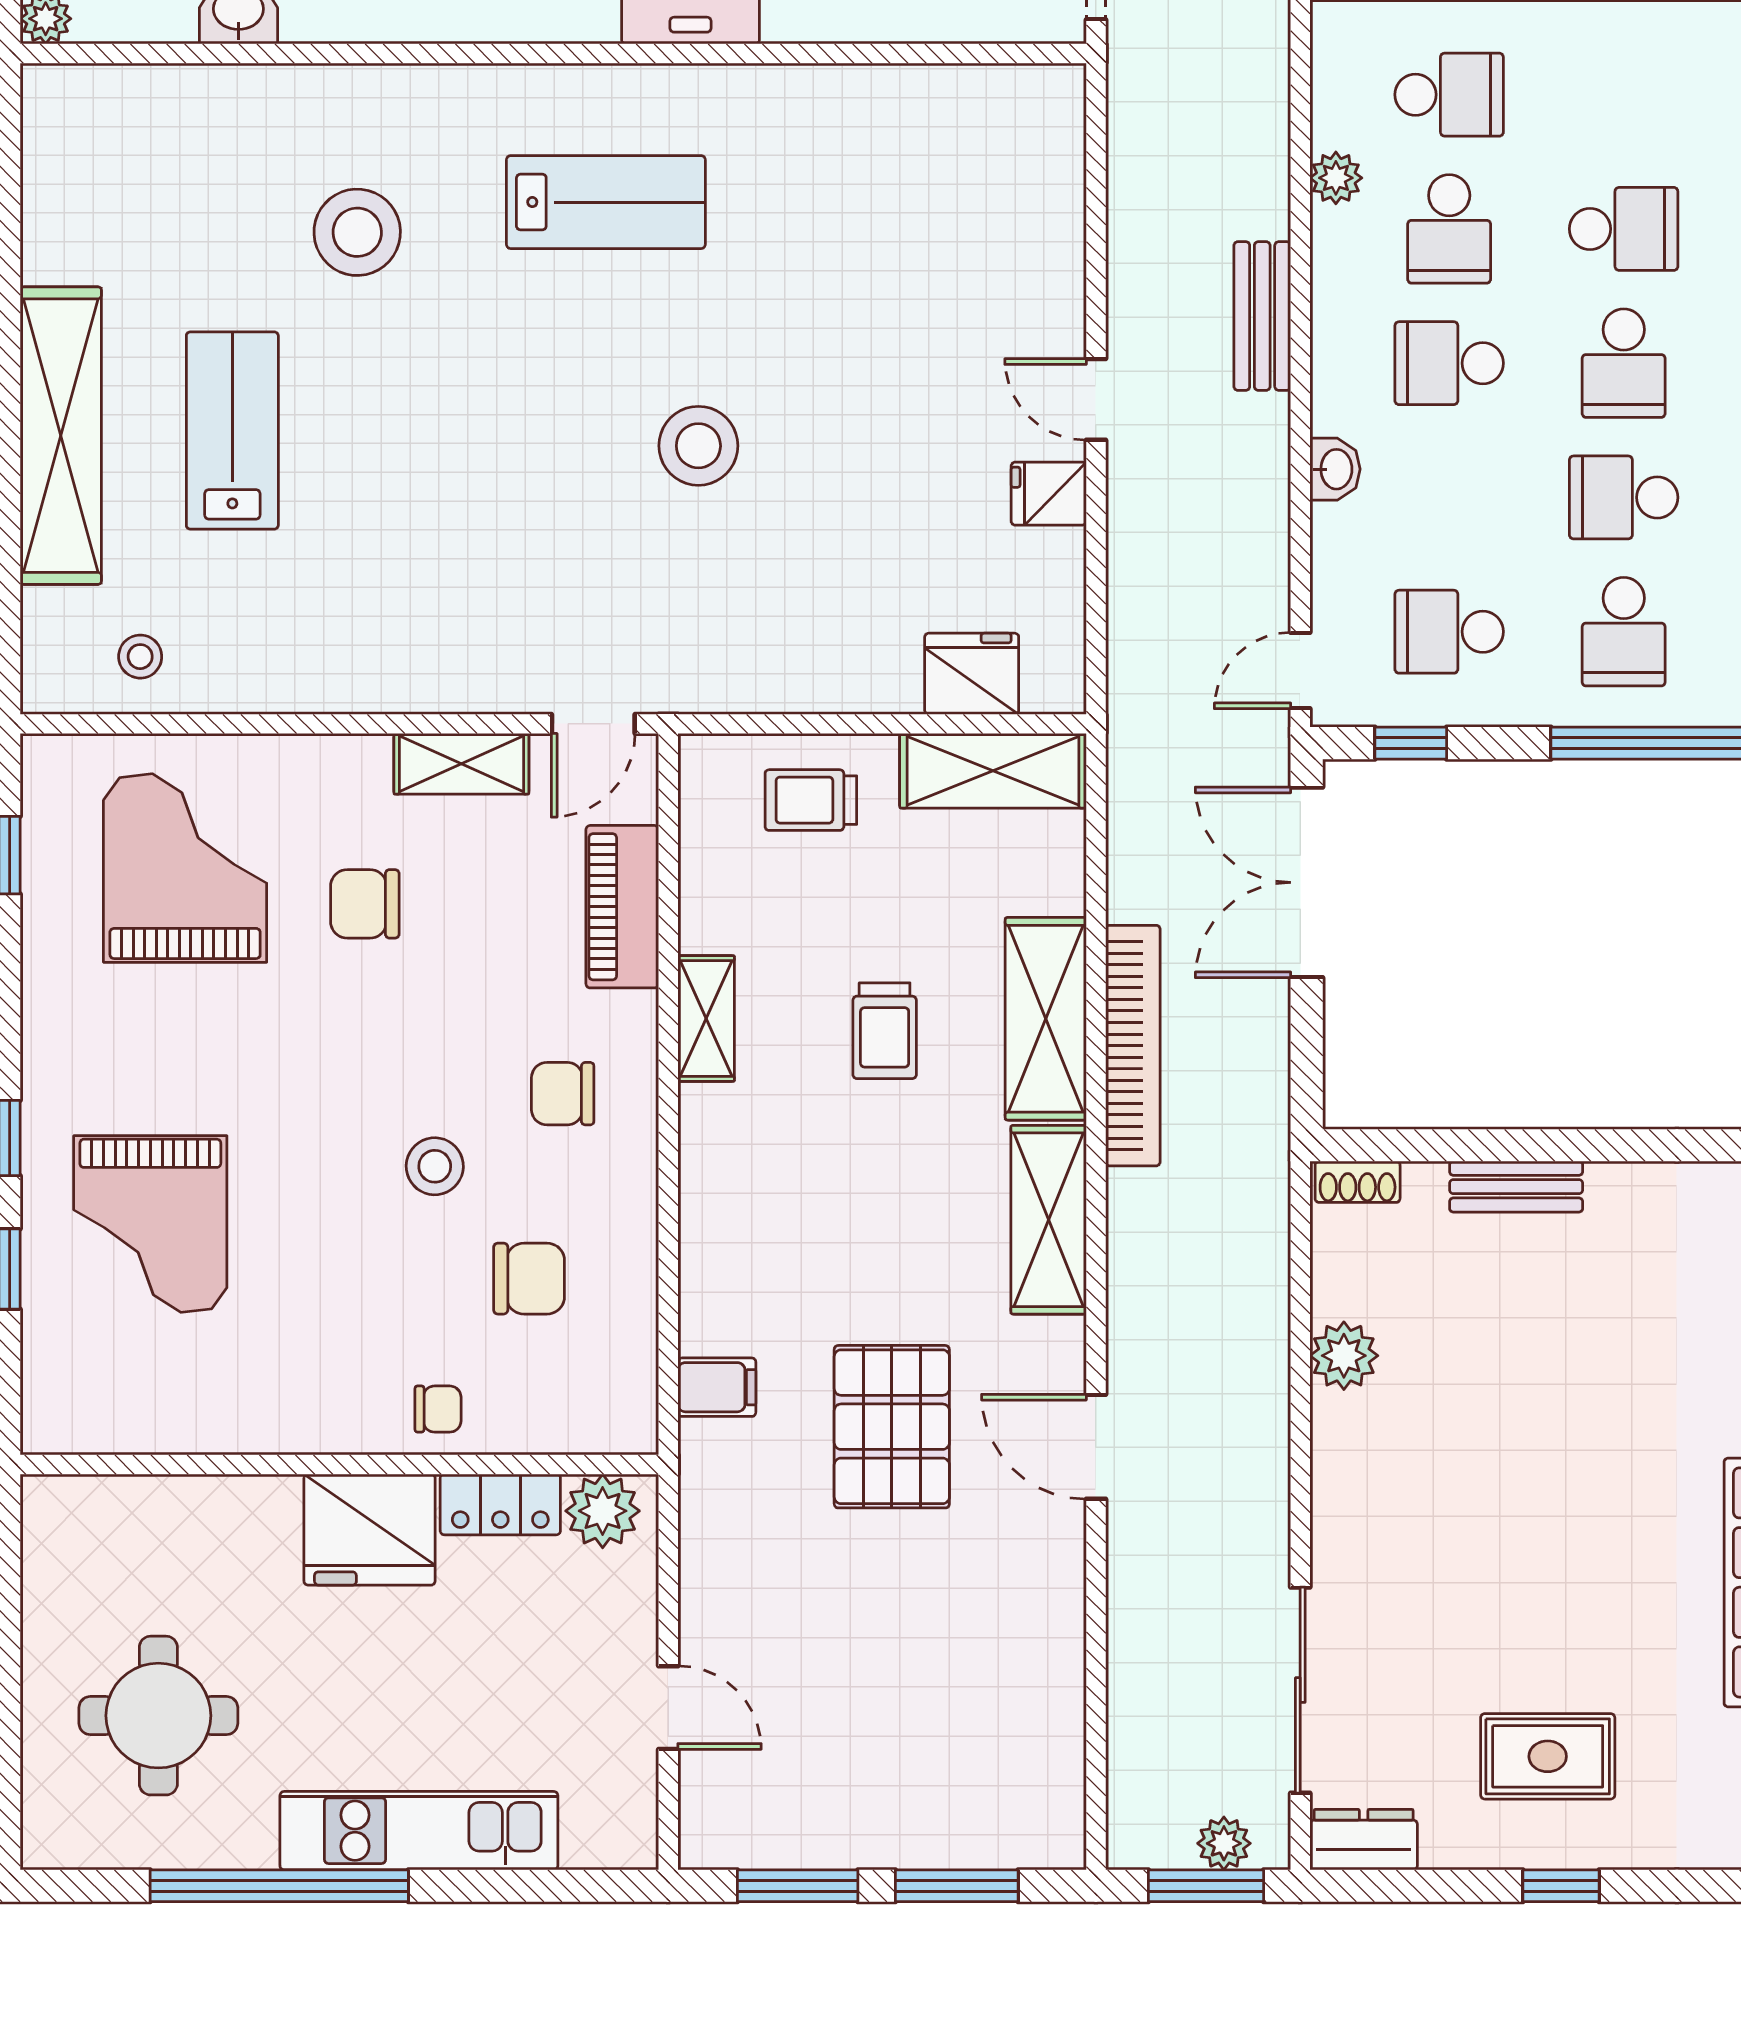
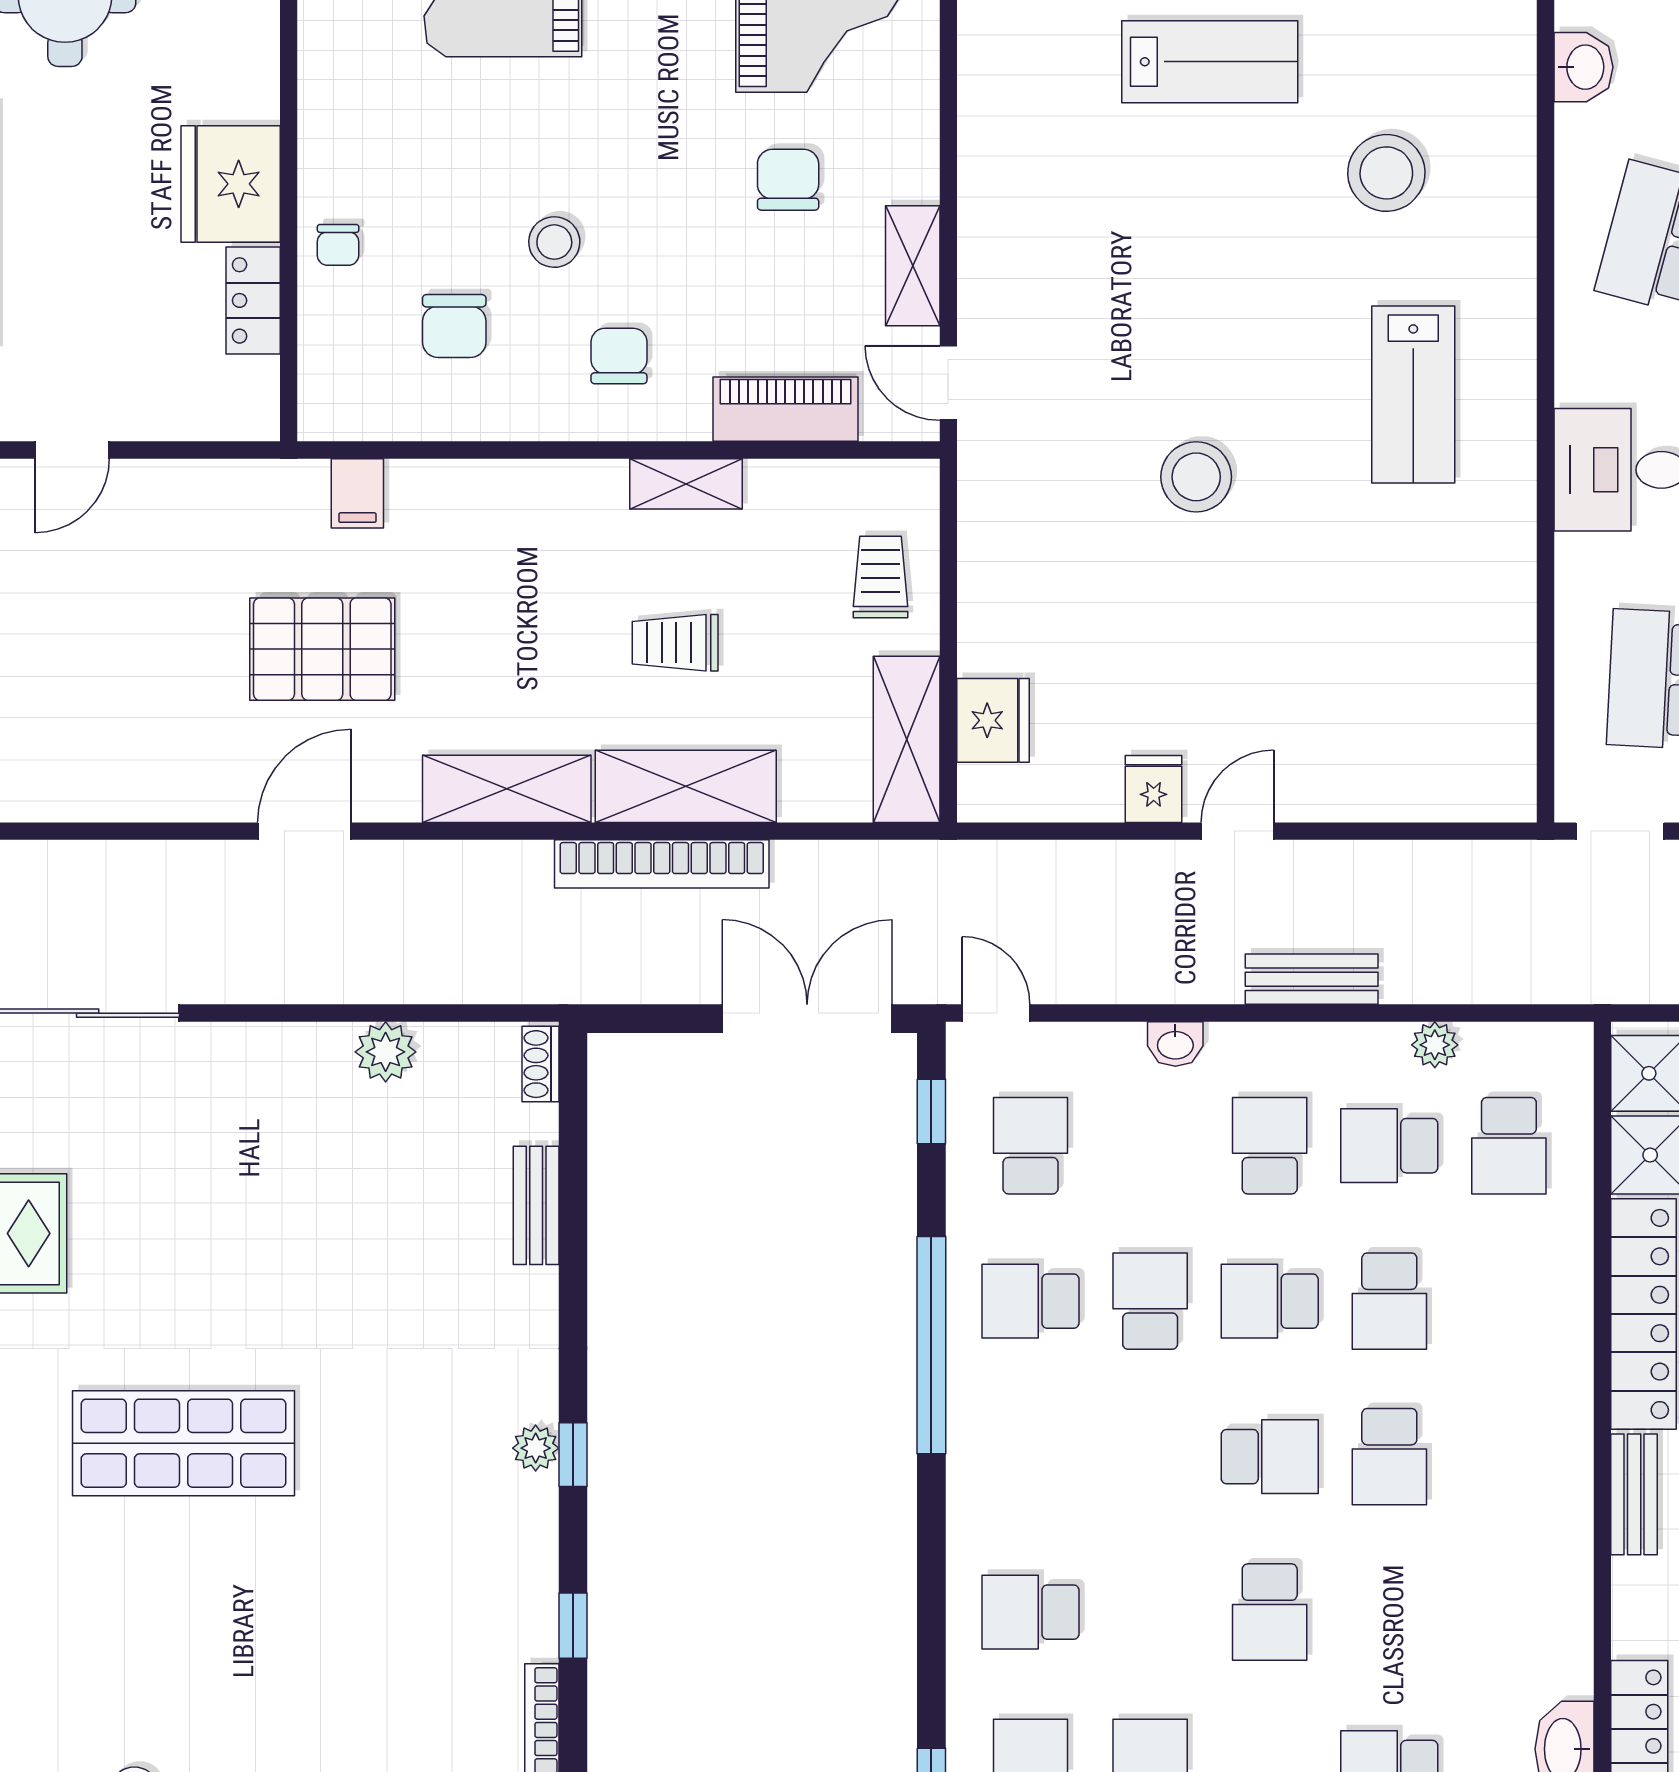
plant: (603, 1511) -> (247, 392), removed

